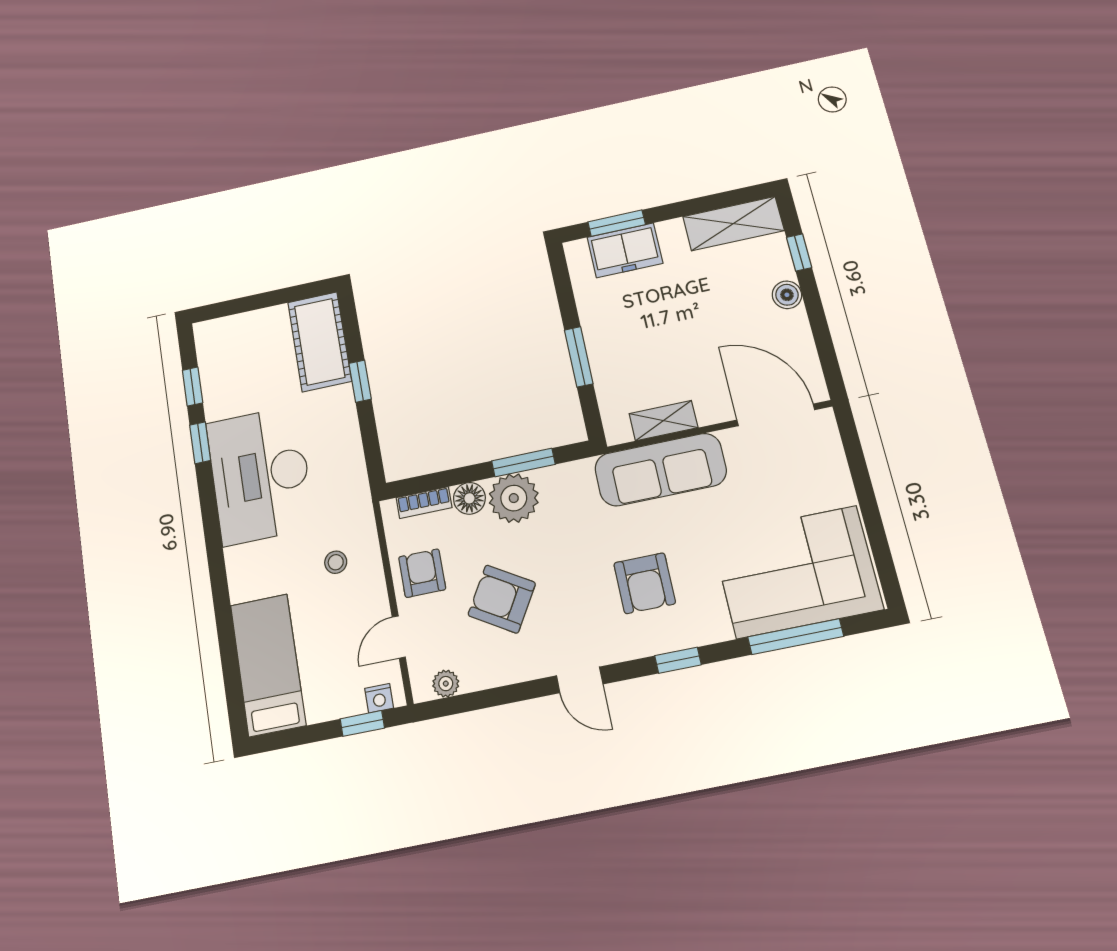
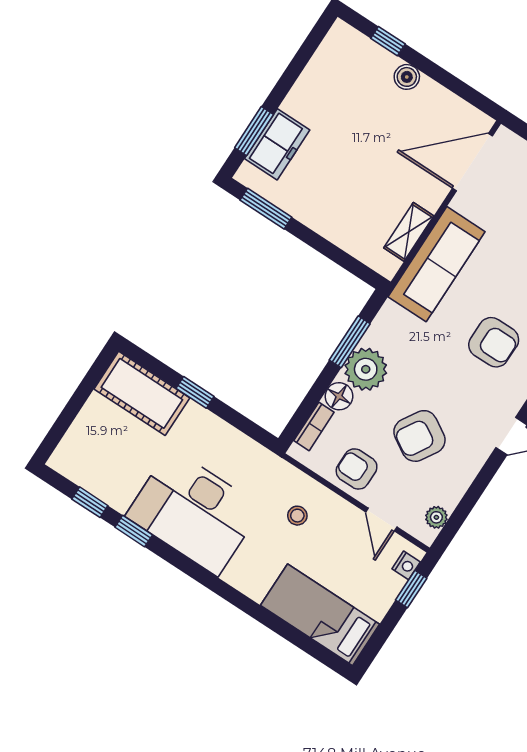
shelving: (733, 224) -> (329, 61), removed
window: (579, 357) -> (266, 209), moved

